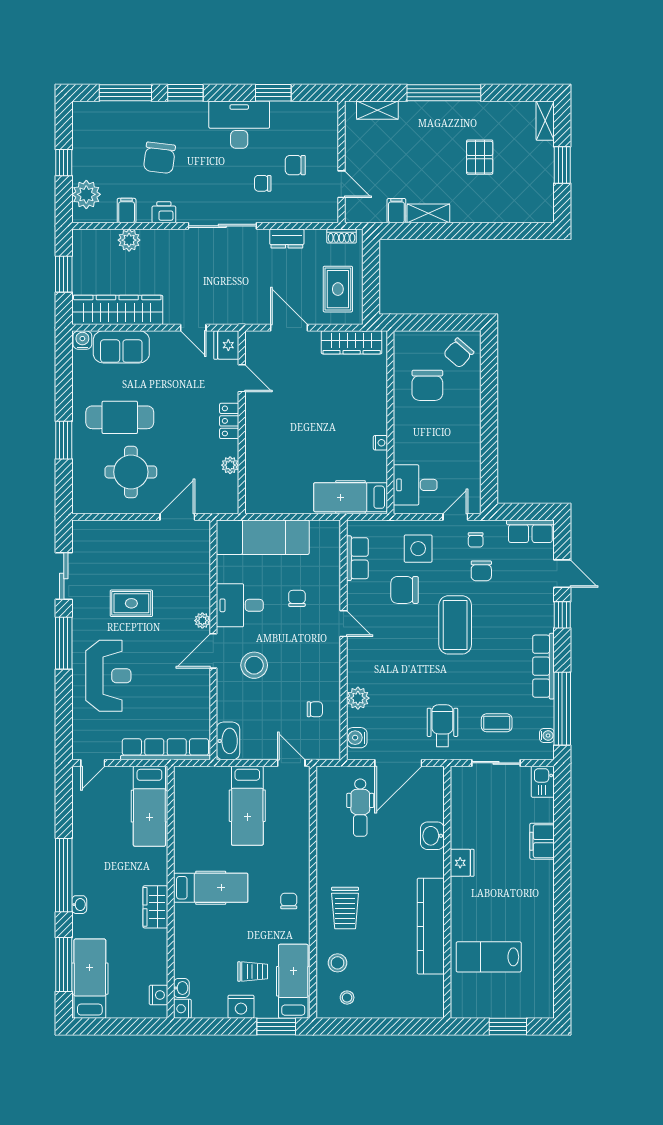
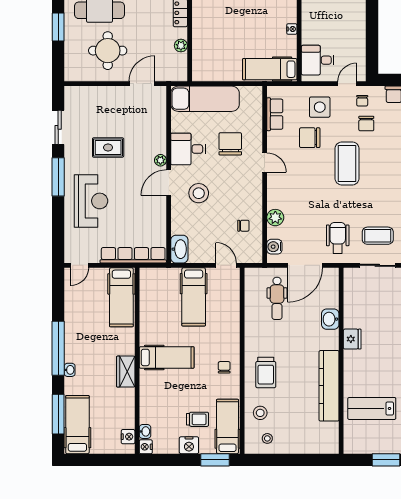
chair: (297, 598) -> (230, 144), width x1.87, depth x1.87
coffee table: (497, 723) -> (378, 236), width x1.36, depth x1.30

